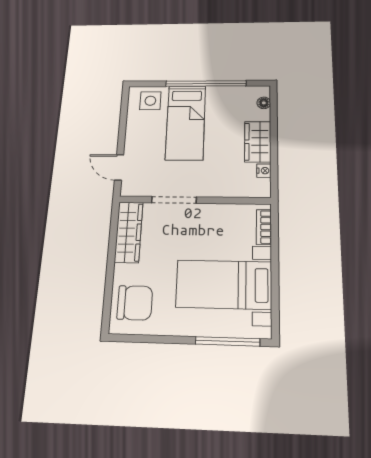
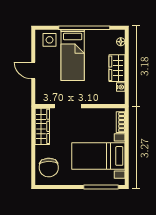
door: (119, 167) -> (33, 70), moved
chair: (135, 303) -> (49, 168), turned 89

